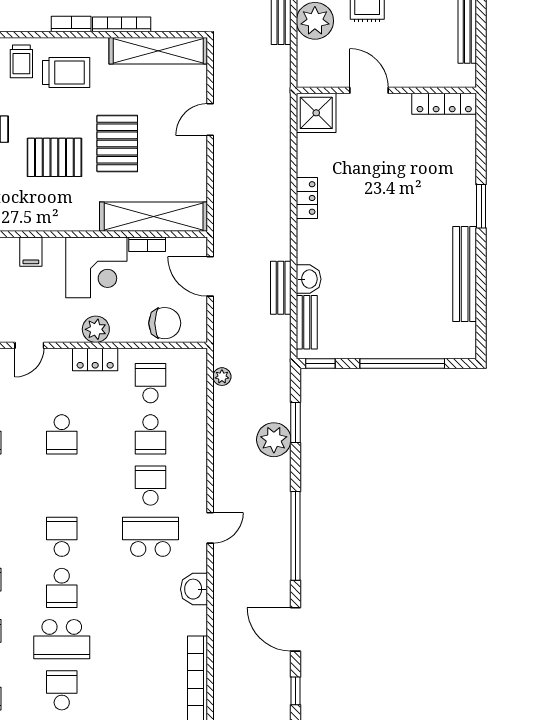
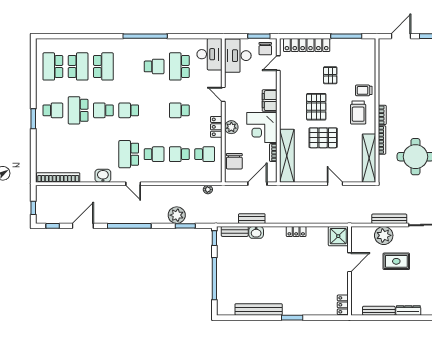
locker: (444, 104) -> (343, 305), width x0.66
filing cabinet: (31, 252) -> (270, 101), width x2.00
school desk: (62, 537) -> (129, 110), turned 180
school desk: (150, 537) -> (129, 154), turned 180

